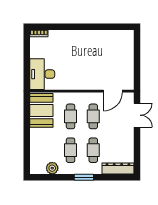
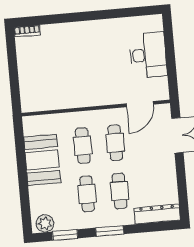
desk: (42, 74) -> (148, 55), moved, turned 180
booth: (41, 110) -> (42, 160), moved
plant: (52, 168) -> (45, 223), moved
window: (53, 177) -> (65, 235), added

